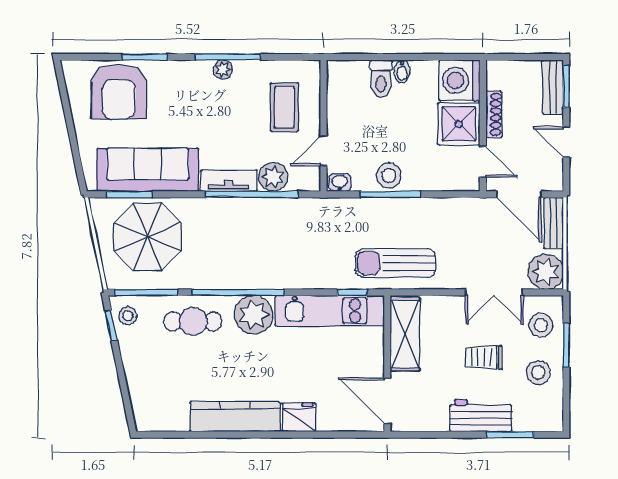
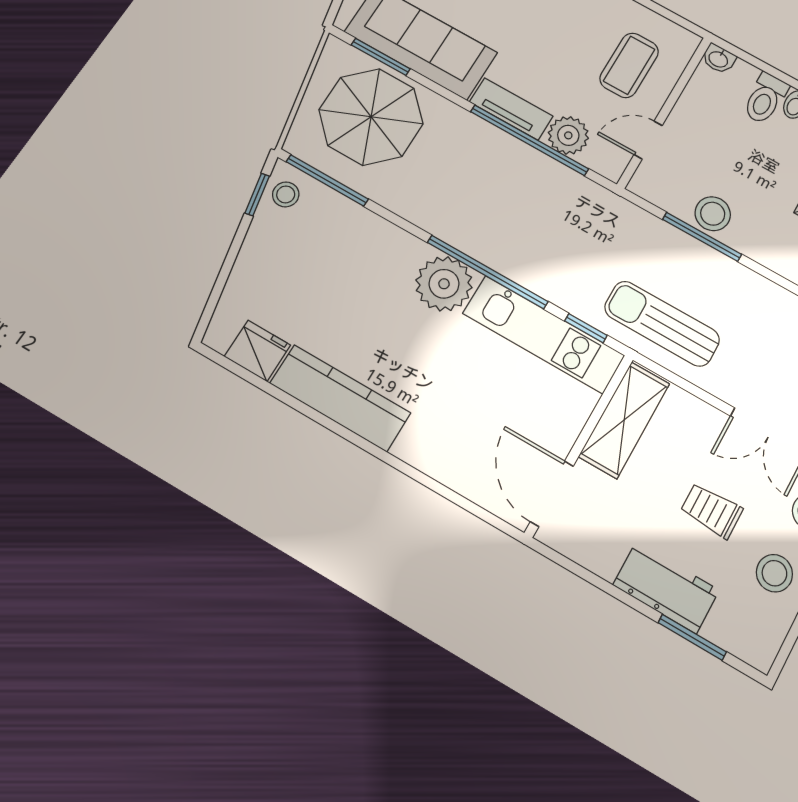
washbasin: (340, 182) -> (719, 59), moved, turned 180
window: (238, 292) -> (488, 272), moved
cafe table: (193, 321) -> (362, 248), removed
fridge: (299, 417) -> (257, 351), moved

